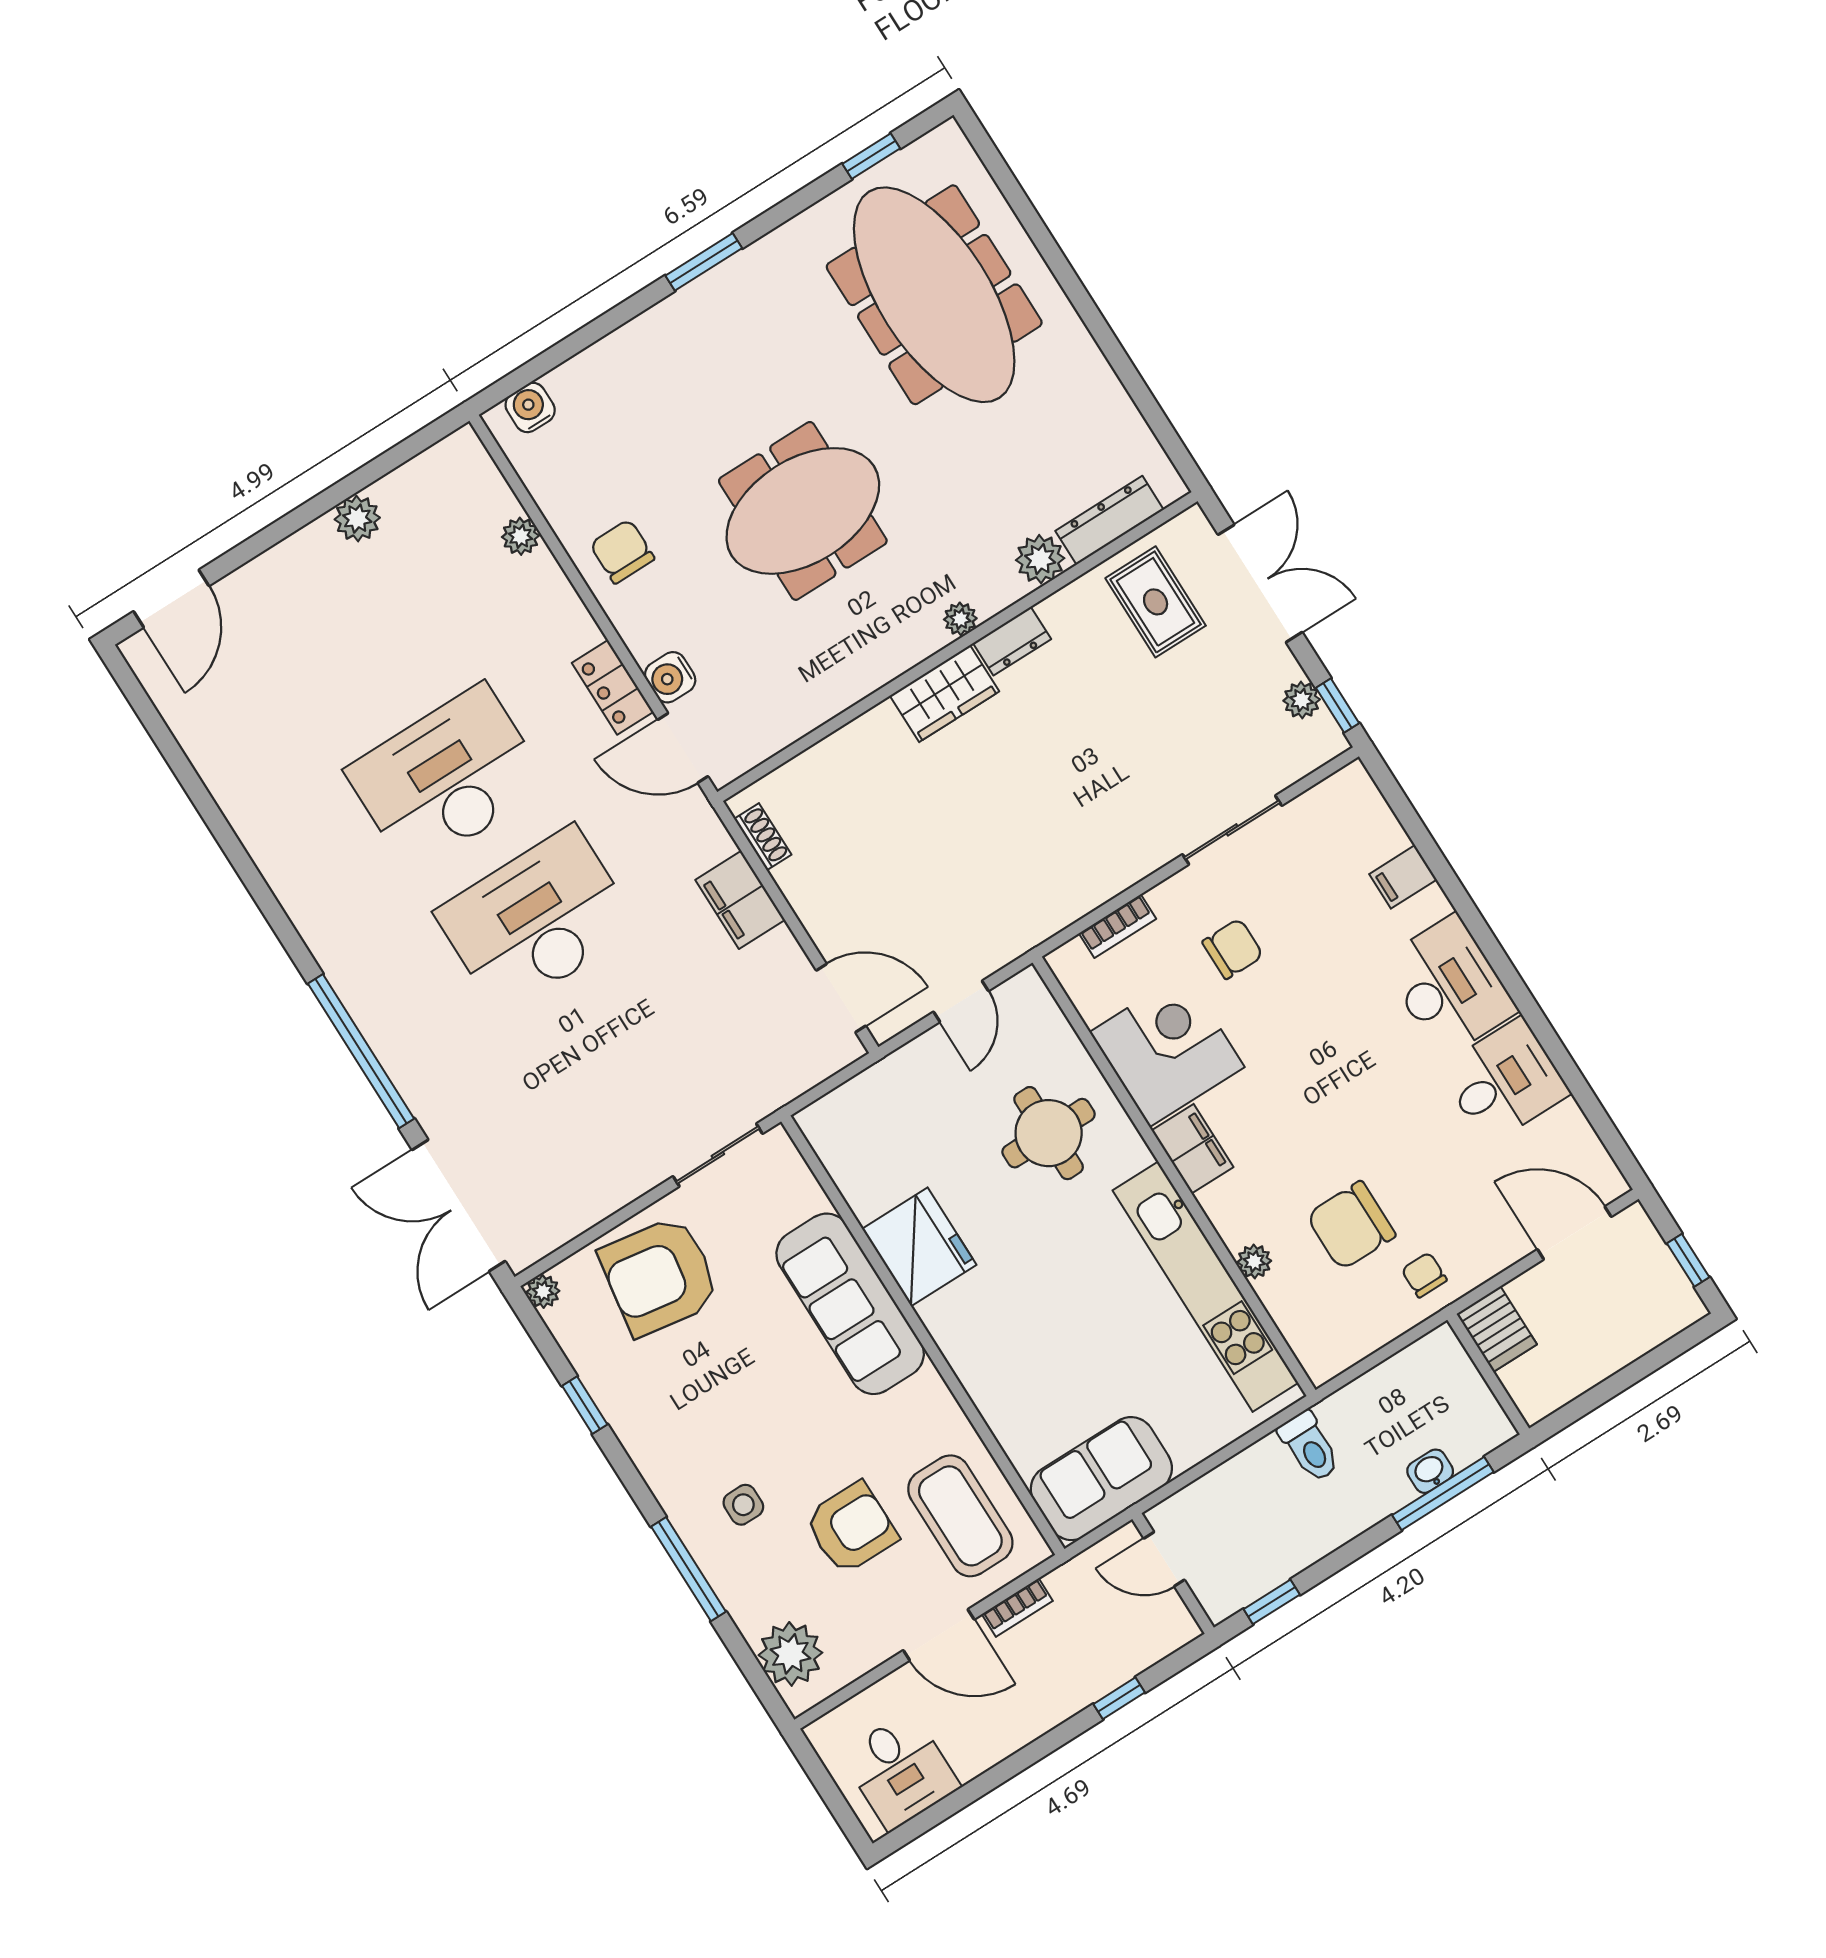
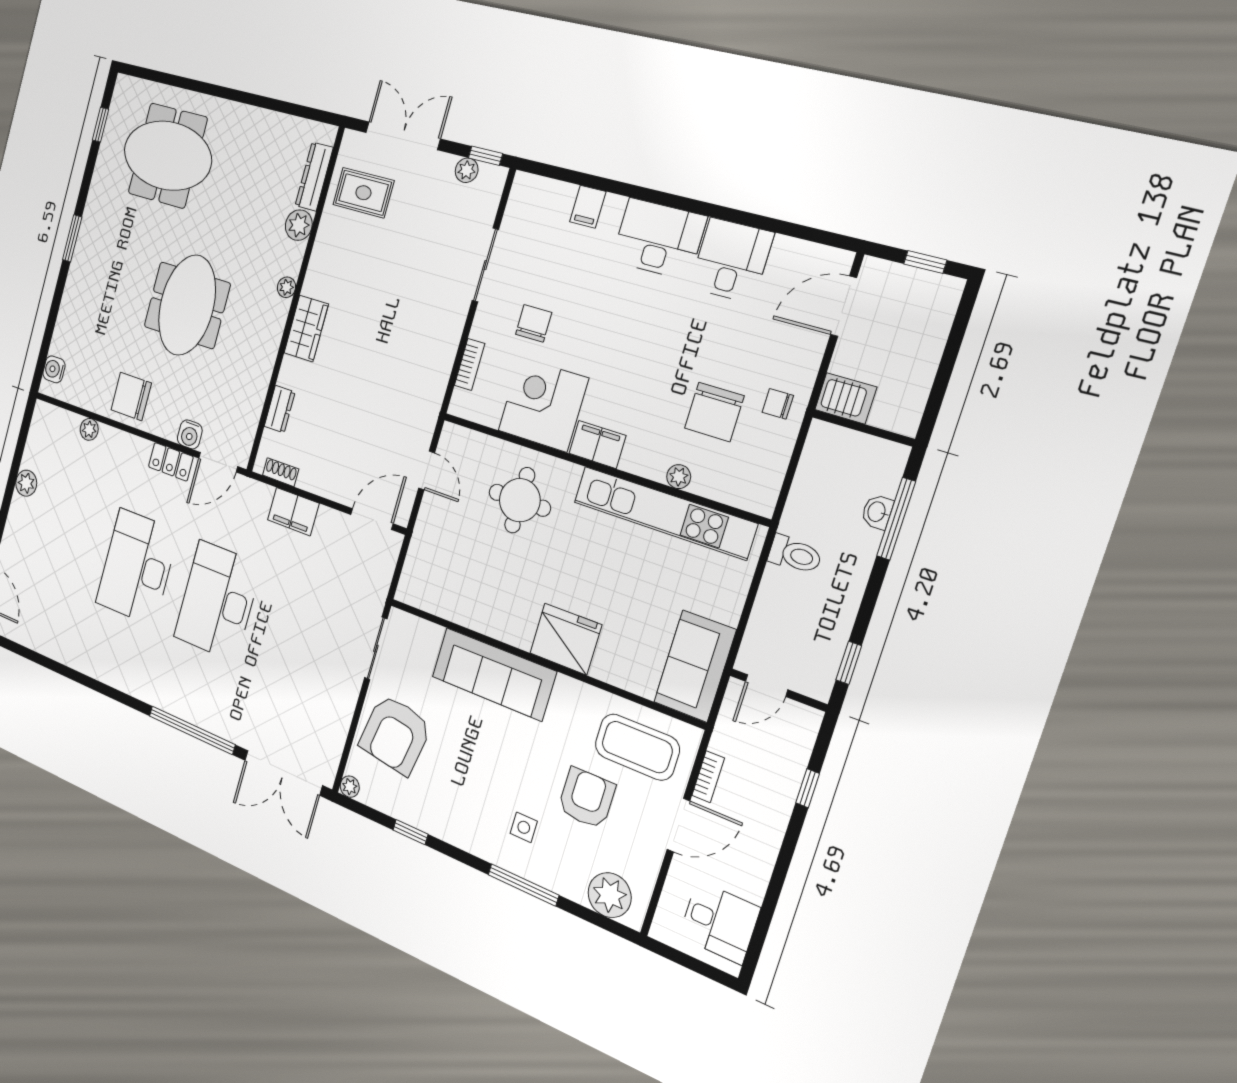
meeting table: (934, 295) -> (167, 156), width x0.73
chair: (622, 551) -> (131, 396), width x1.37, depth x1.37
dresser: (1012, 641) -> (280, 409), moved
fridge: (919, 1247) -> (566, 639), moved

